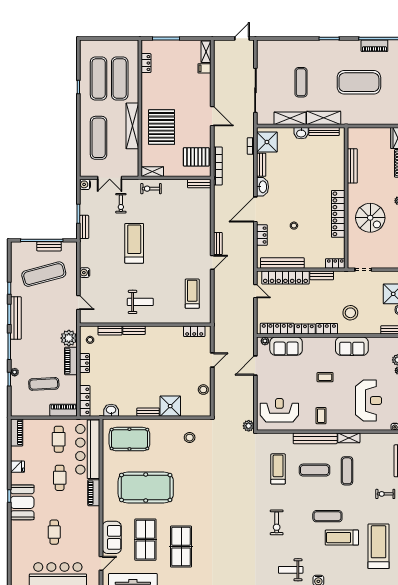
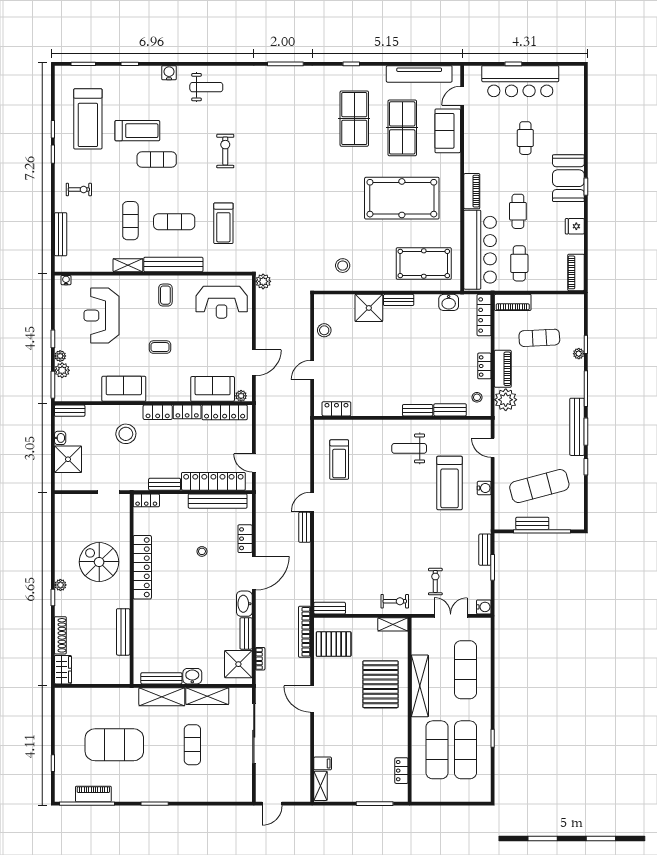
treadmill: (134, 243) -> (450, 483), moved

